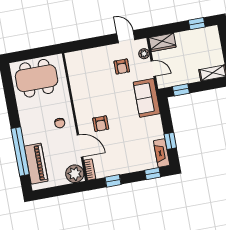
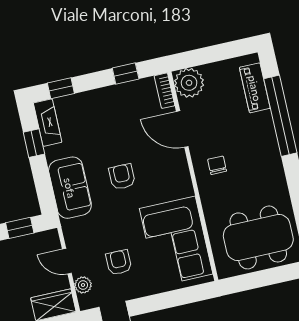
corner sofa: (86, 78) -> (176, 241), added
sofa: (147, 98) -> (70, 188), moved
armchair: (101, 124) -> (122, 177), moved
piano: (36, 164) -> (255, 88), width x0.73, depth x0.75

